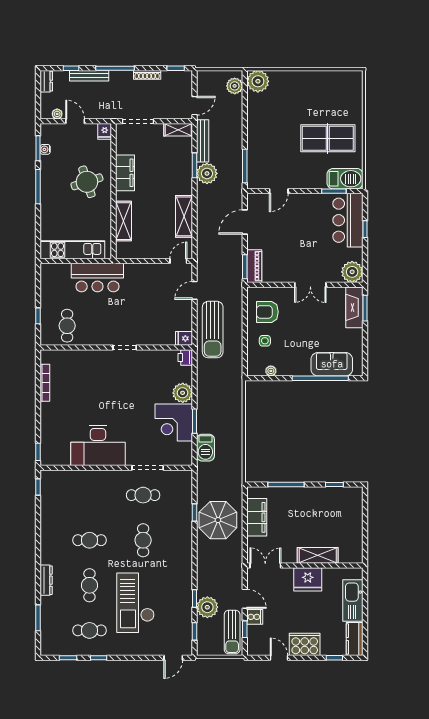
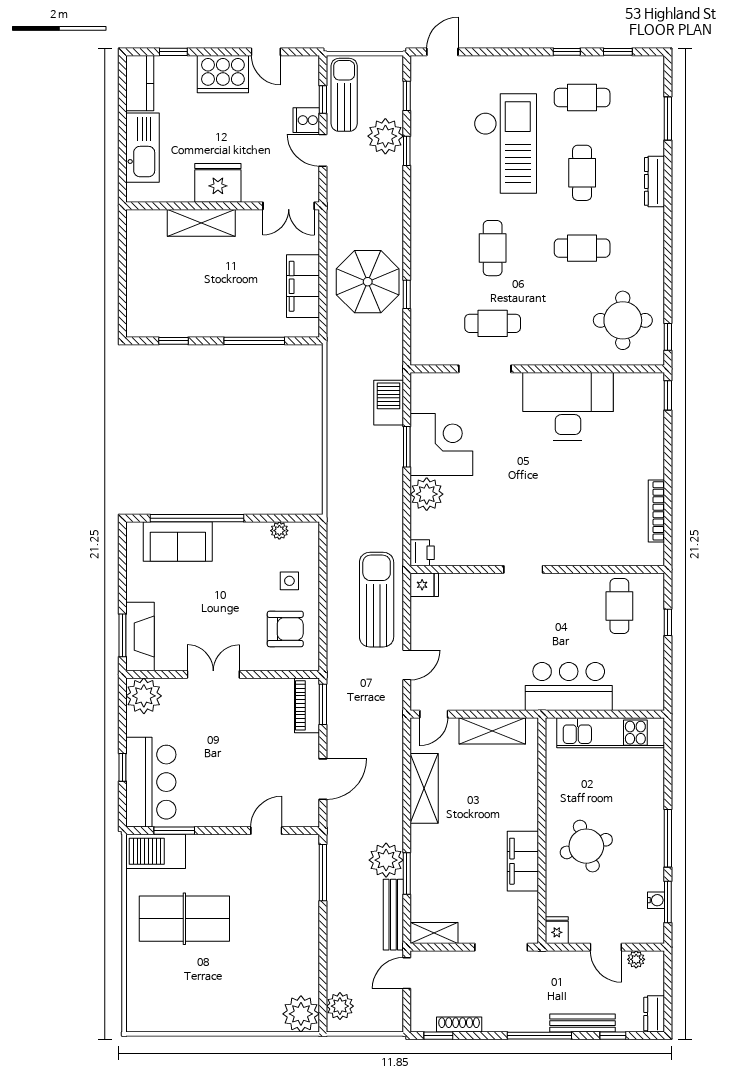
shoe rack: (147, 75) -> (459, 1025), moved
shelving: (124, 221) -> (492, 731), moved, turned 90
round table: (65, 497) -> (623, 320), added

